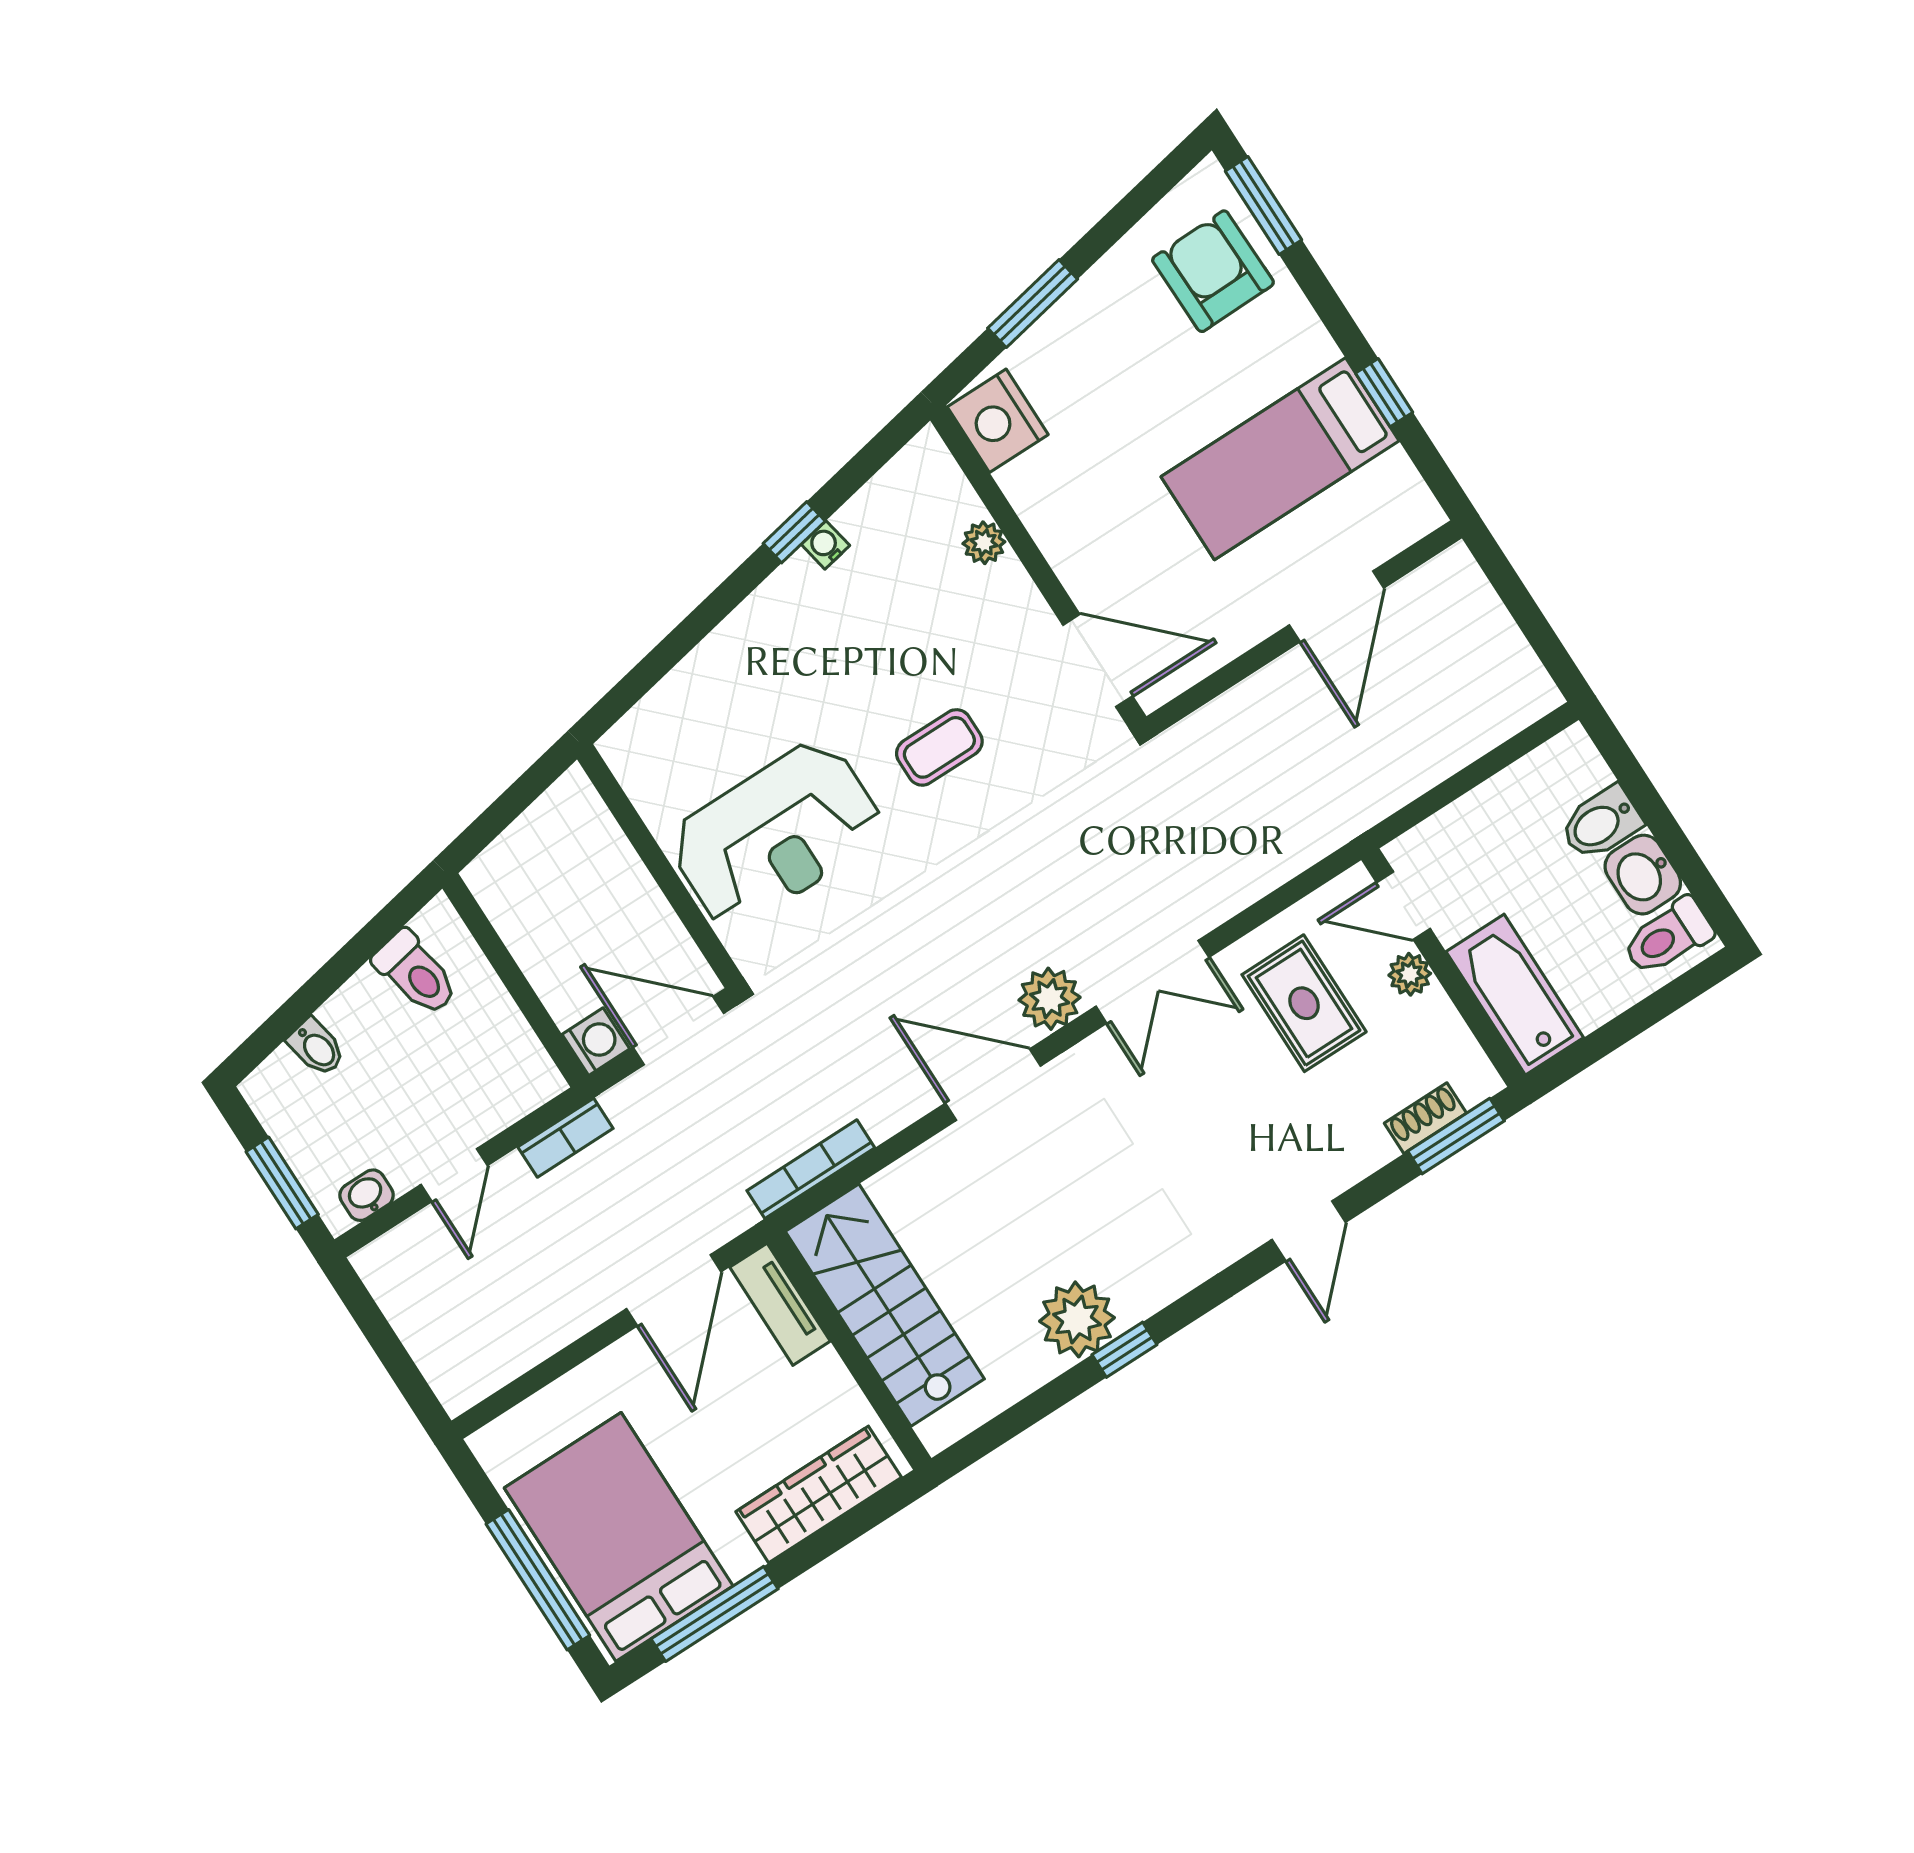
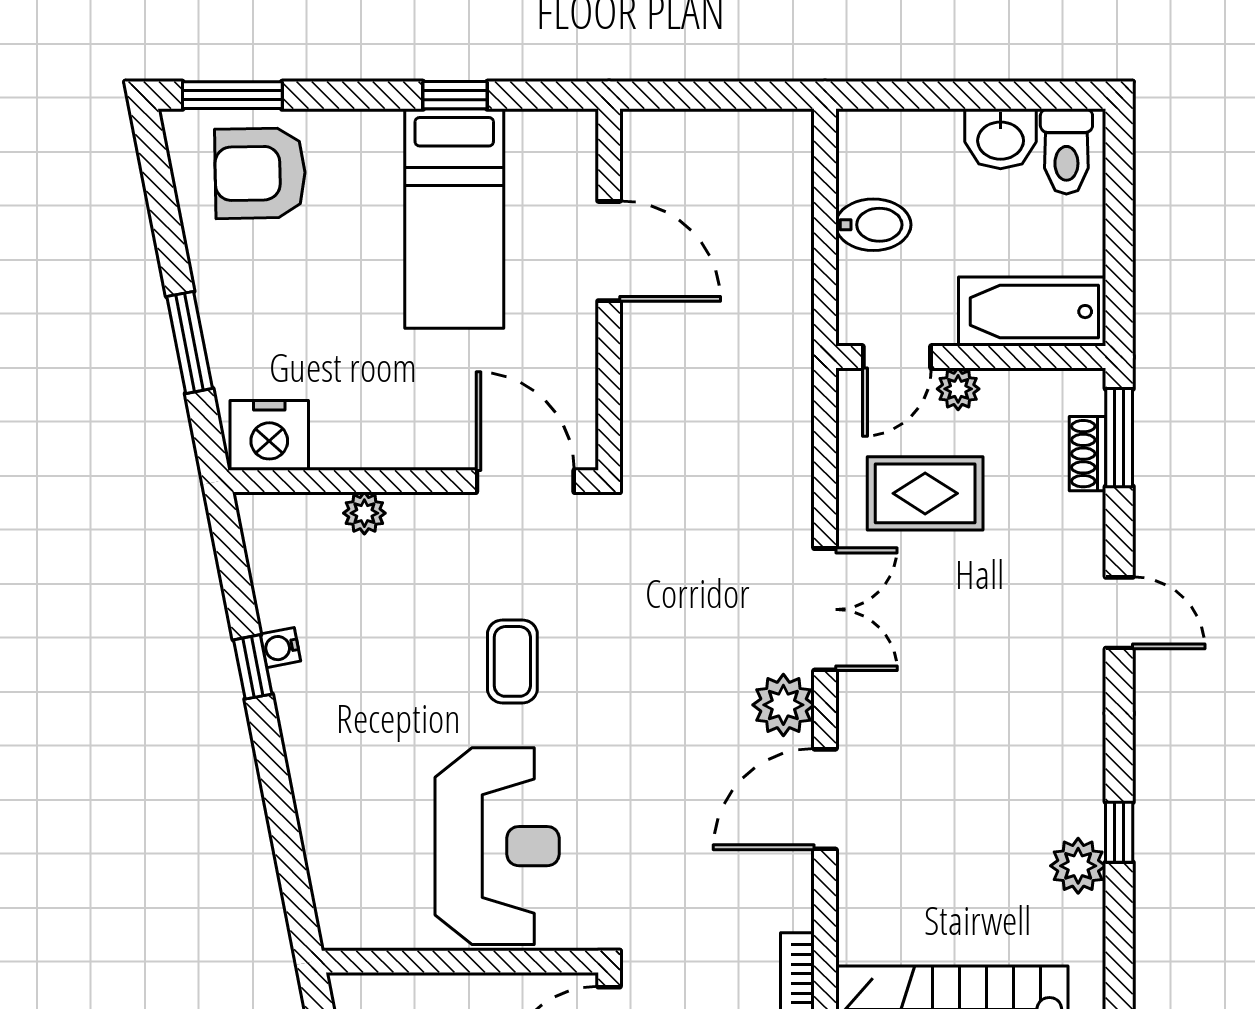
door: (1098, 661) -> (525, 481), hinge flipped
bidet: (1601, 823) -> (873, 225), moved, turned -90
plant: (1077, 1319) -> (1078, 866), width x0.73, depth x0.73

